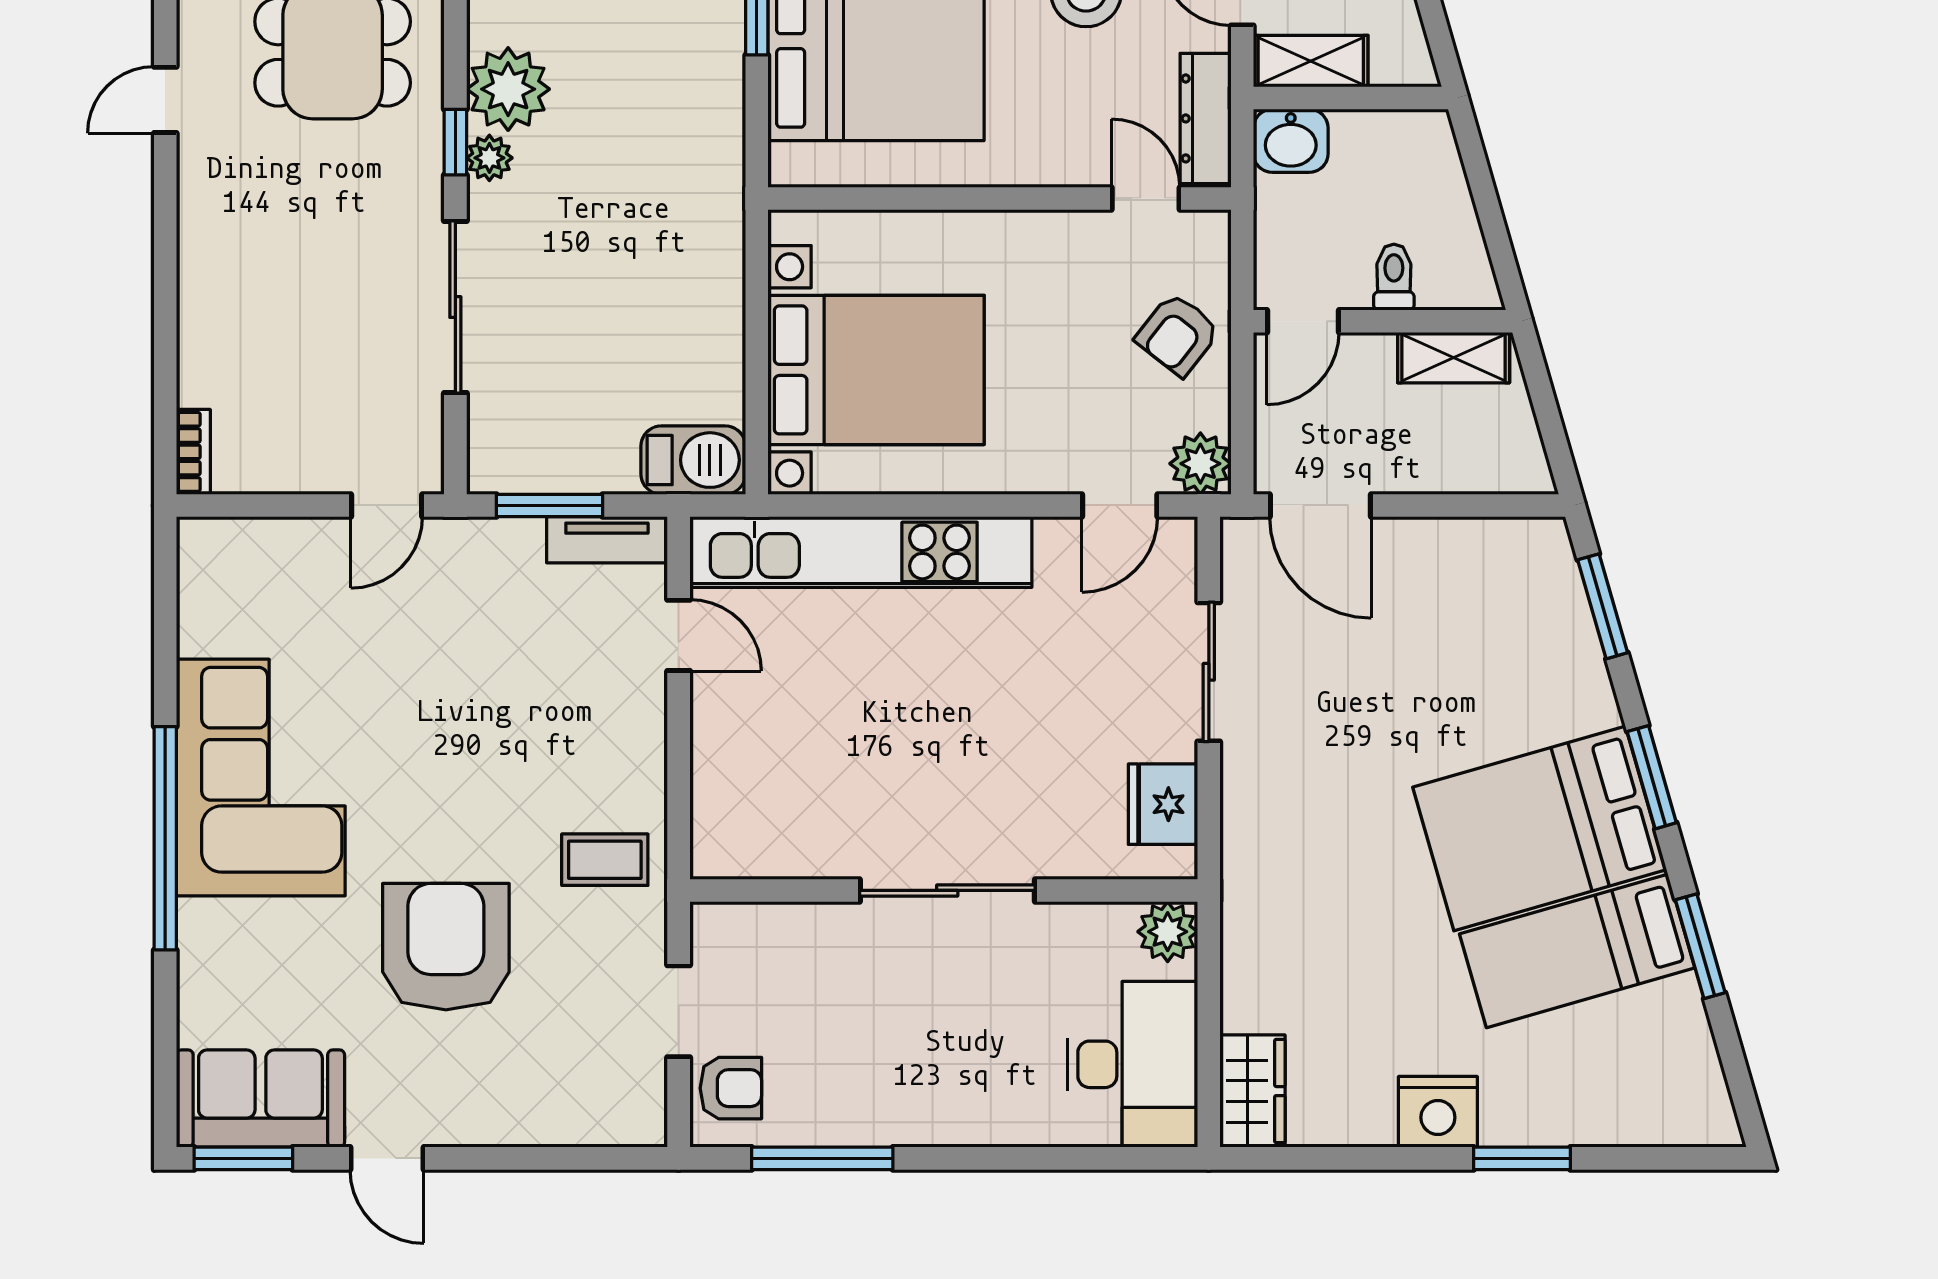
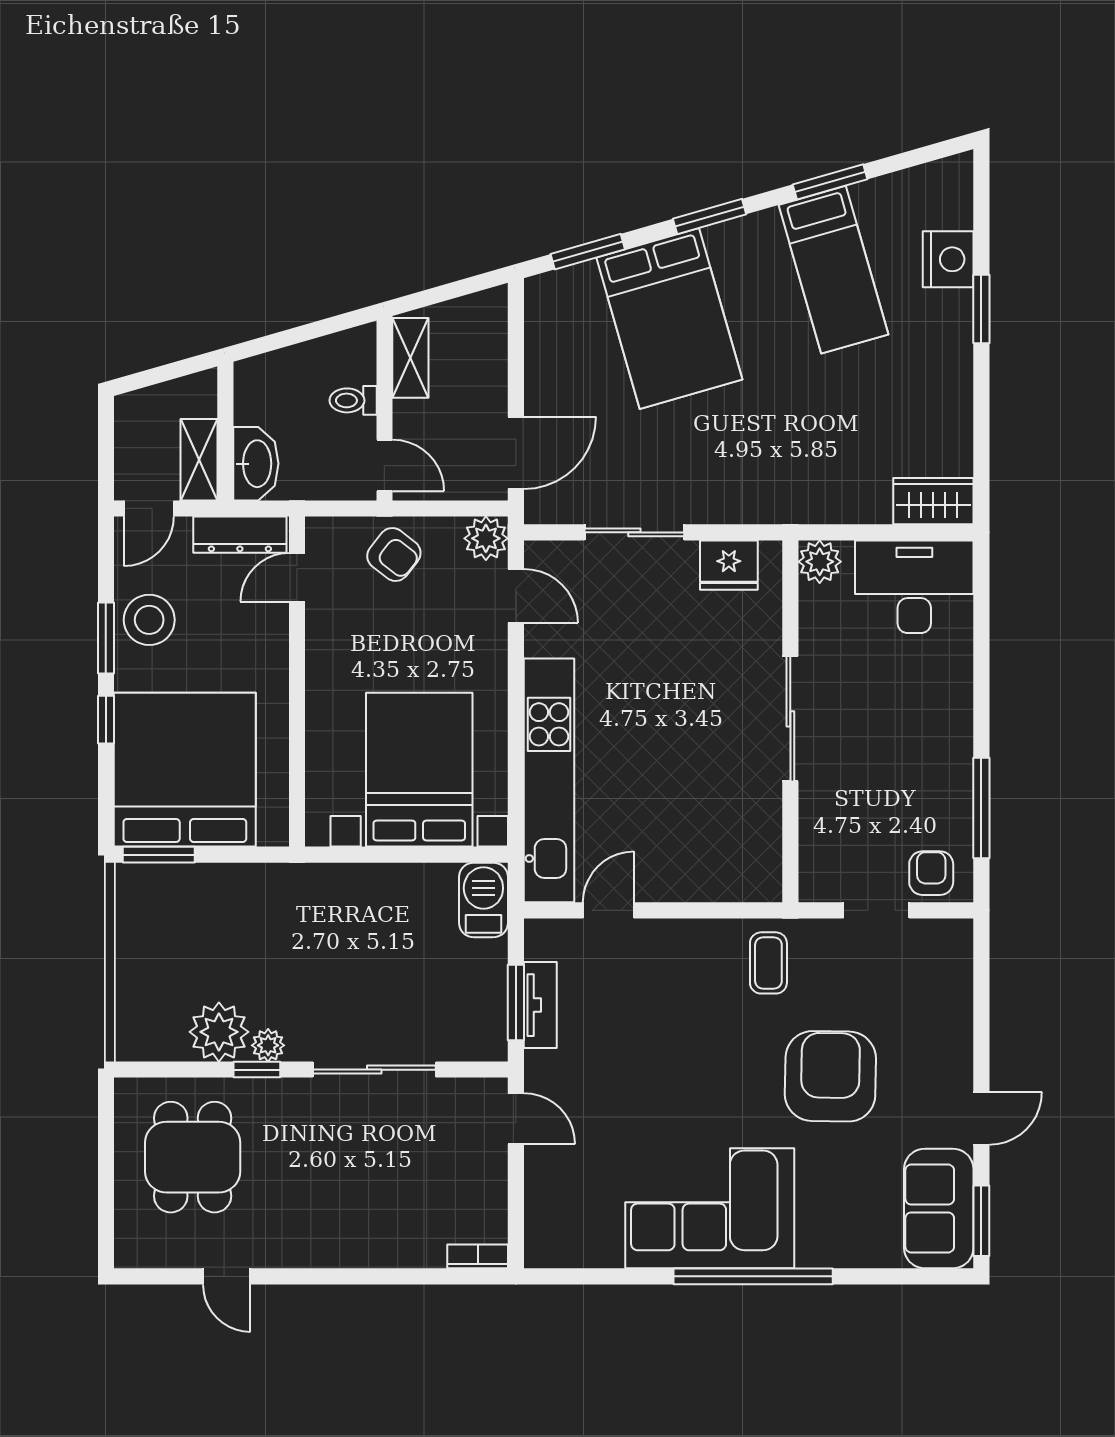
washbasin: (1291, 141) -> (256, 464), width x1.38
tv unit: (607, 540) -> (540, 1005), moved
bed: (1540, 828) -> (669, 319), moved
armchair: (446, 947) -> (830, 1076), turned 91
nightstand: (1438, 1112) -> (948, 259), moved

